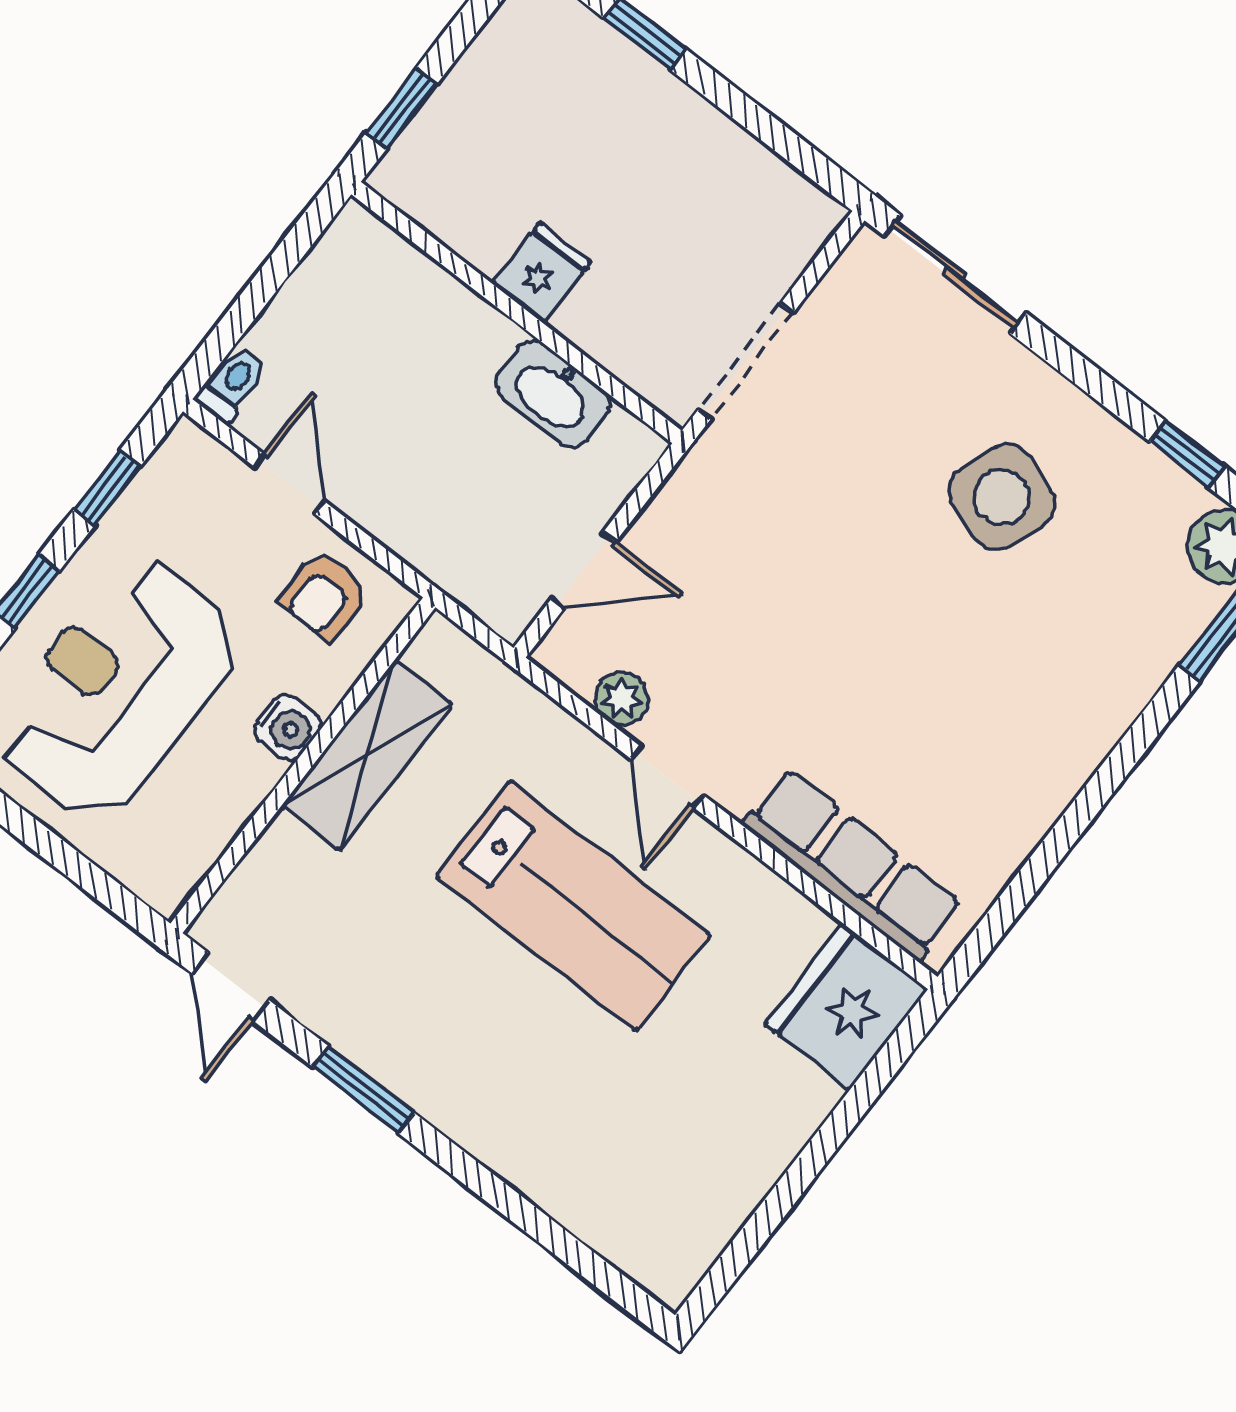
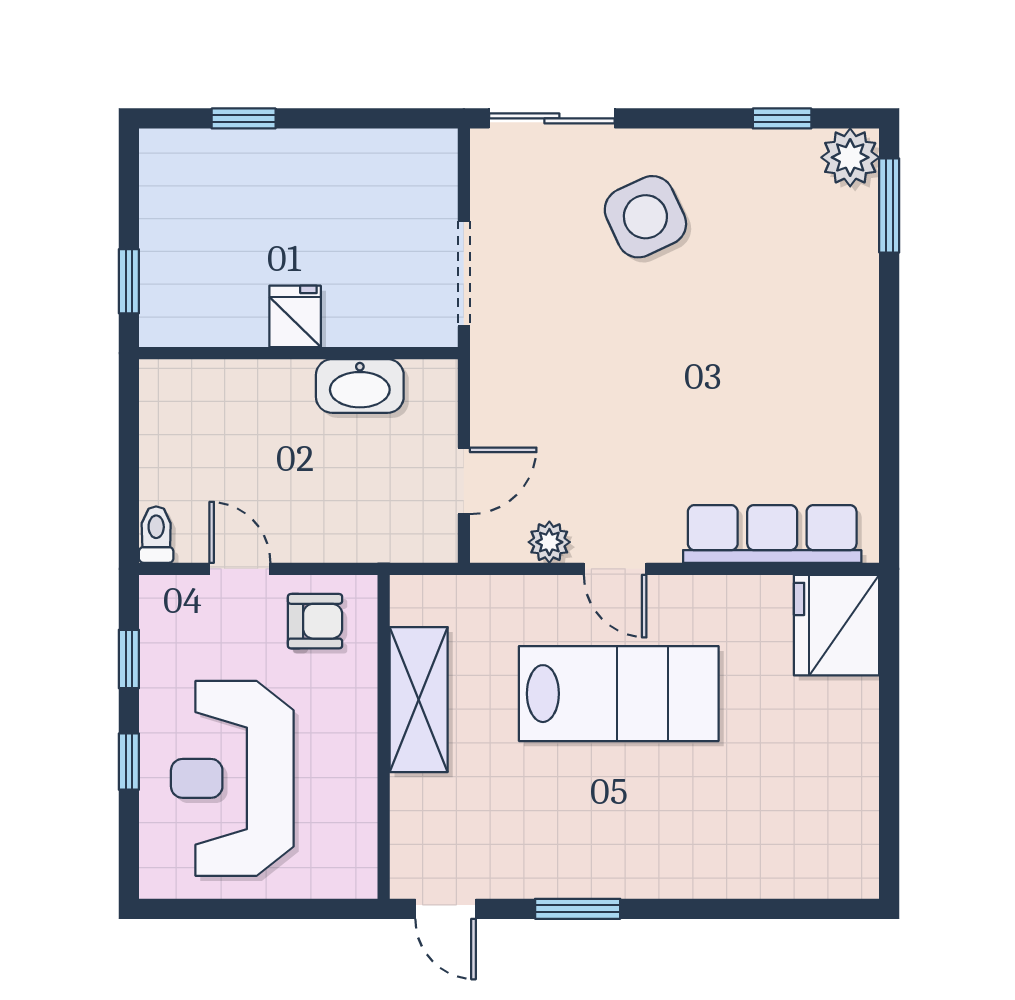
side table: (1002, 497) -> (645, 217), moved, turned 45
armchair: (324, 595) -> (315, 621), turned -90
water cooler: (287, 727) -> (356, 721), removed

